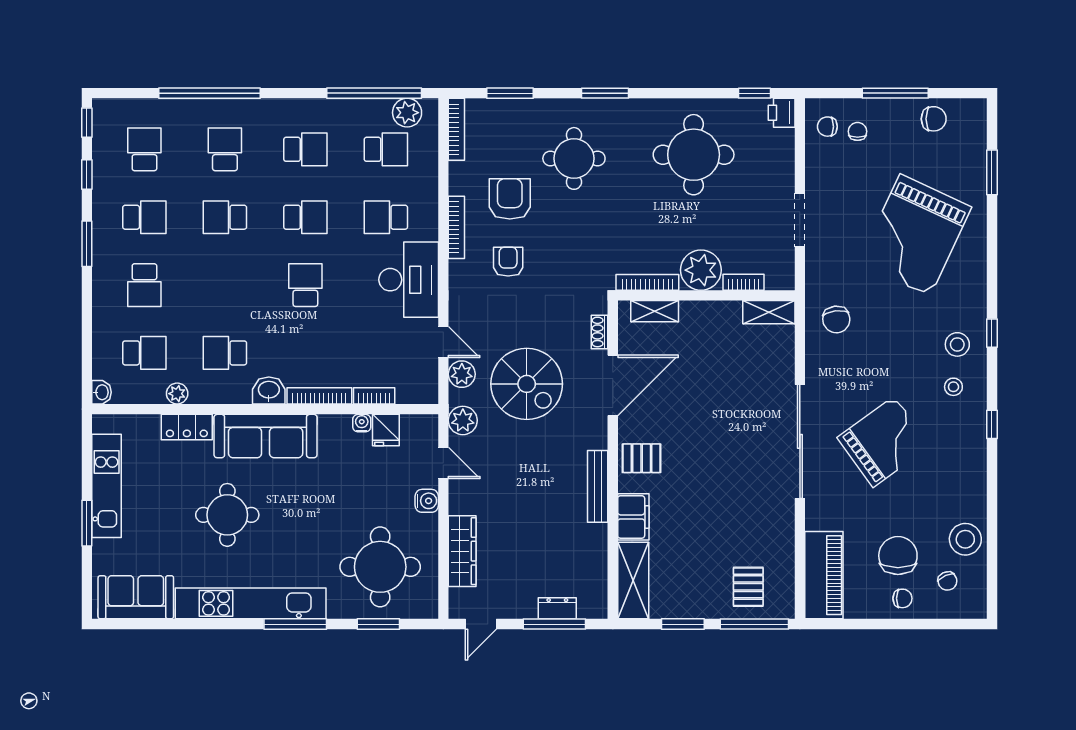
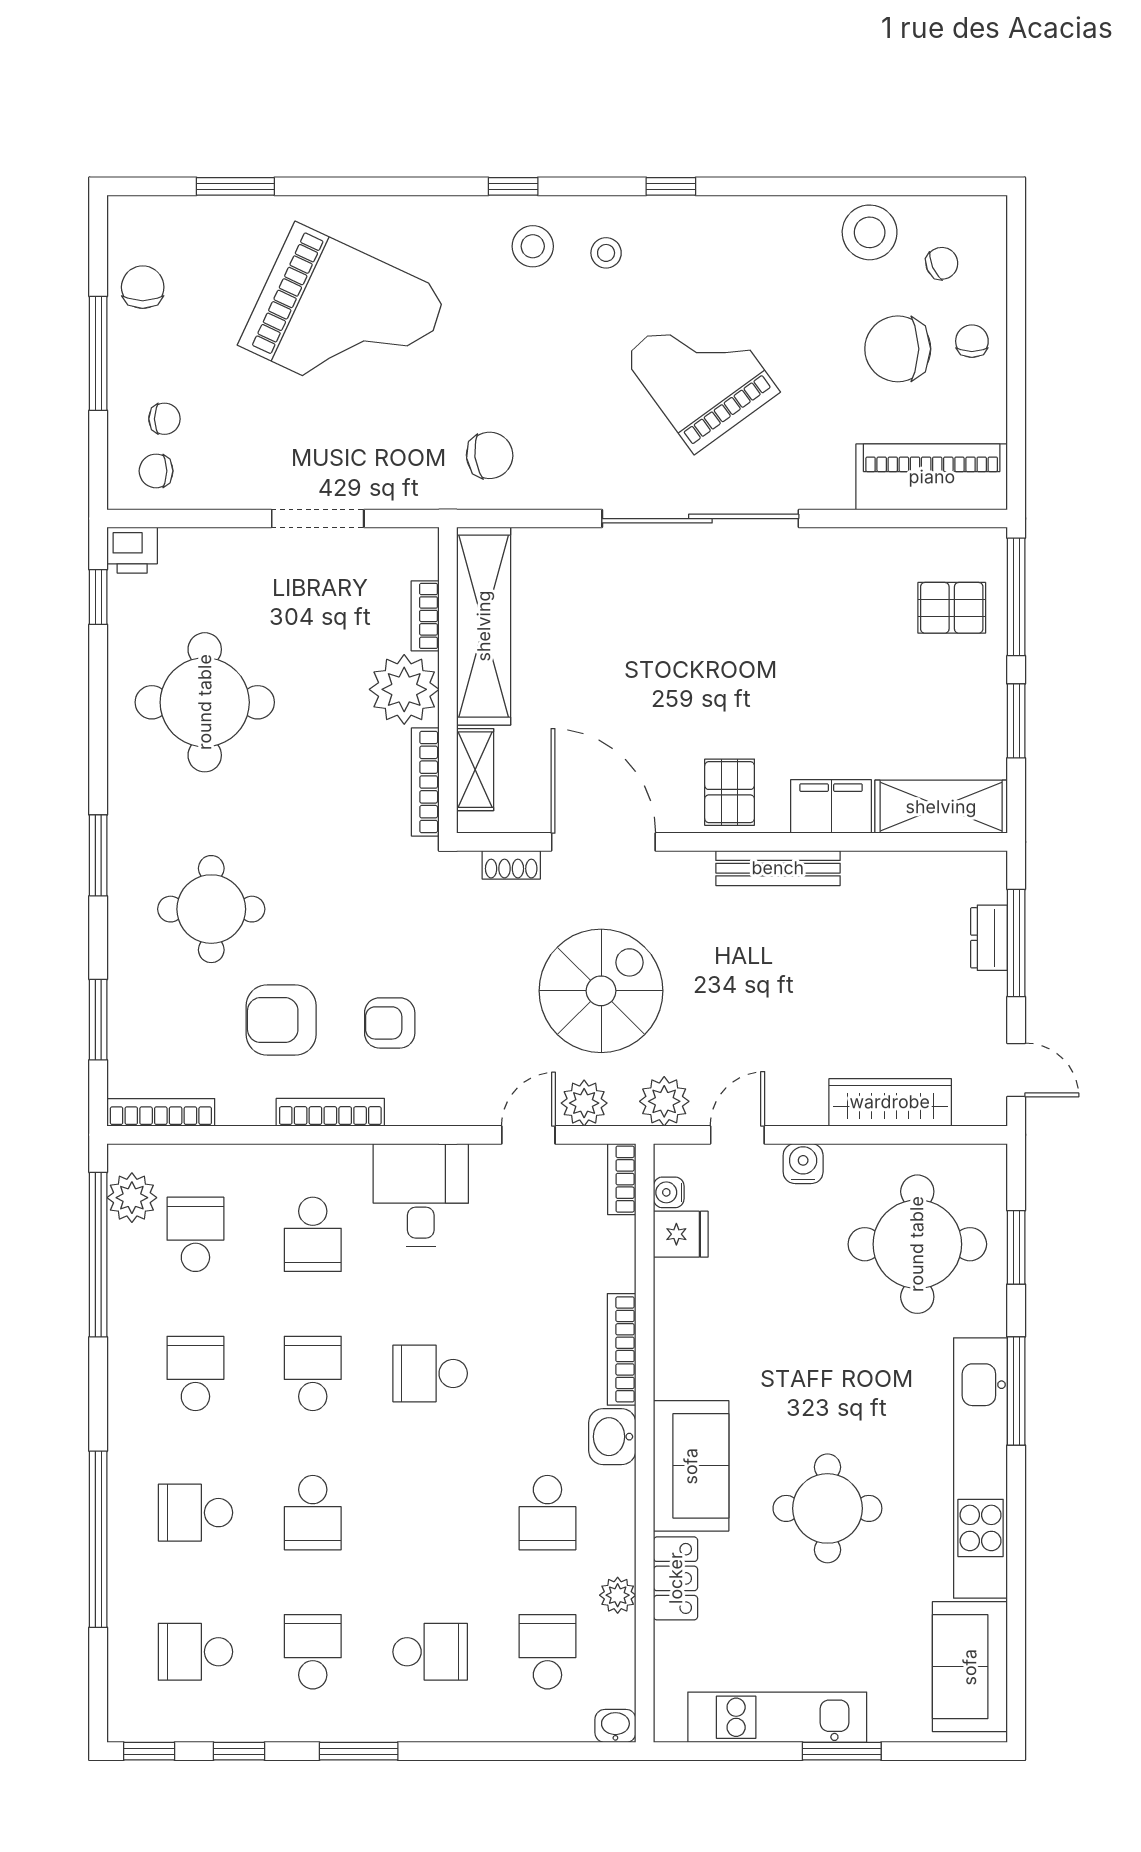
chair: (827, 127) -> (156, 471), turned 90
chair: (858, 131) -> (164, 419), turned 180
desk: (409, 280) -> (421, 1195), width x0.73
shelving: (769, 312) -> (484, 626), width x2.20, depth x1.33
bookcase: (374, 396) -> (622, 1179), moved
water cooler: (362, 423) -> (669, 1192), moved
sofa: (266, 436) -> (691, 1466), width x0.73

